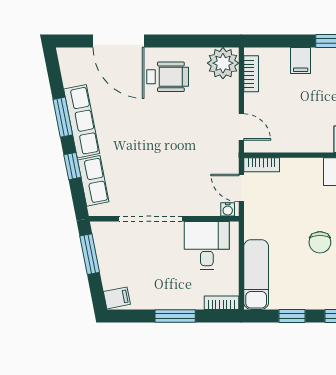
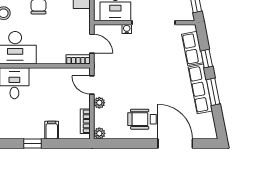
plant: (223, 63) -> (99, 133), width x0.53, depth x0.53
plant: (230, 101) -> (99, 103), added
water cooler: (228, 209) -> (127, 29), moved

